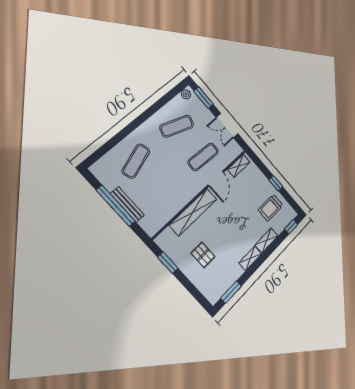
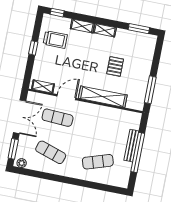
double door: (227, 126) -> (20, 117), width x1.37
pallet: (203, 255) -> (115, 66), moved
window: (168, 263) -> (150, 90), width x1.44

